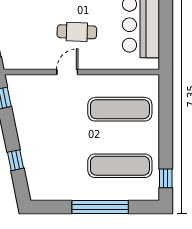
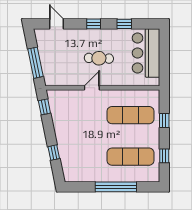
window: (166, 116) -> (164, 120), added
window: (166, 178) -> (164, 156), moved

